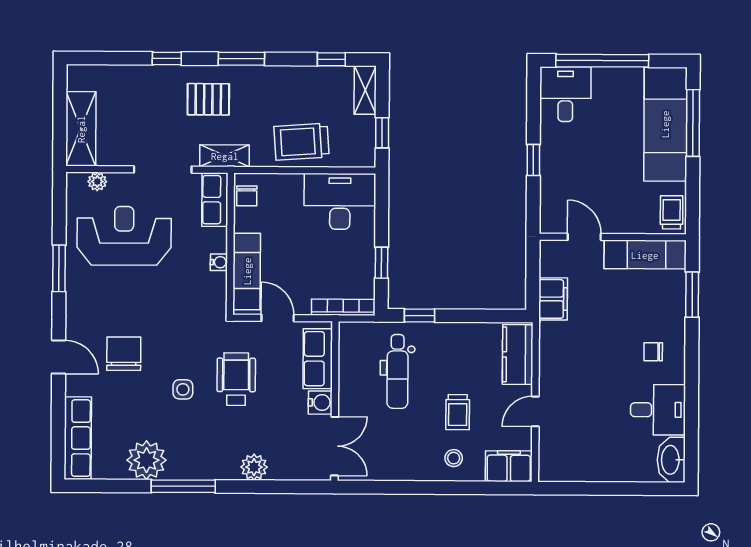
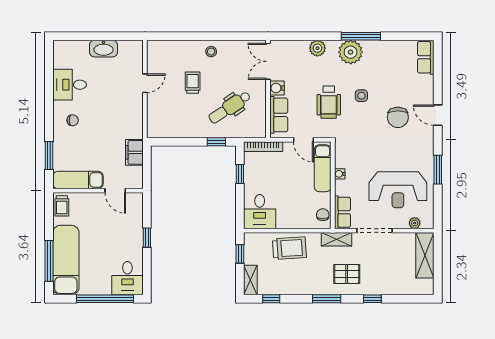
desk: (340, 201) -> (260, 212), width x0.73
kitchen counter: (518, 354) -> (156, 118), removed
dental chair: (398, 371) -> (230, 107), turned -124
row of seats: (78, 438) -> (426, 57), width x0.68
stool: (454, 458) -> (211, 52), moved
plant: (147, 460) -> (351, 52), moved
washbasin: (671, 460) -> (104, 49), moved, turned 90
filing cabinet: (509, 466) -> (161, 50), removed

